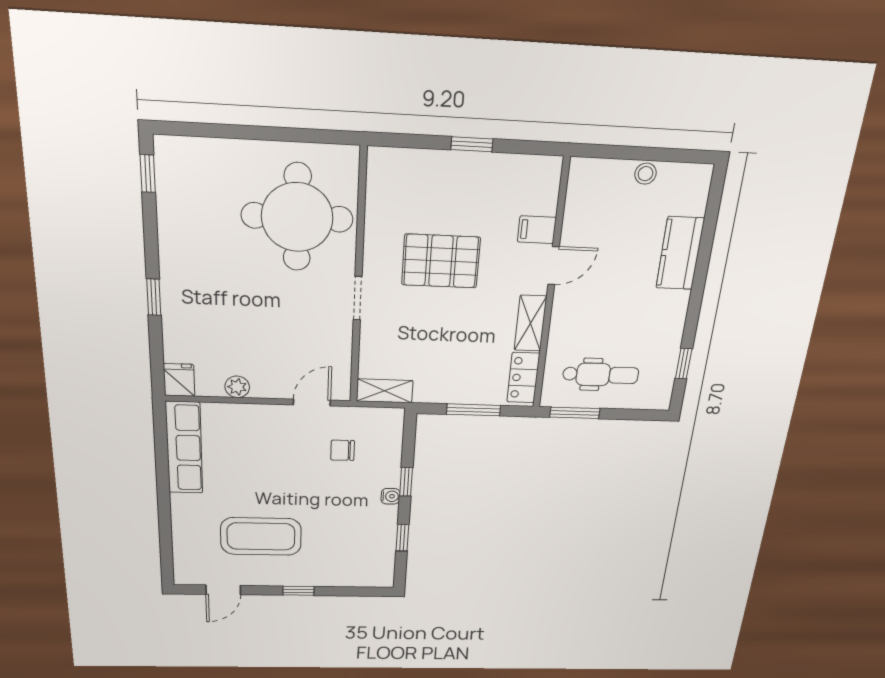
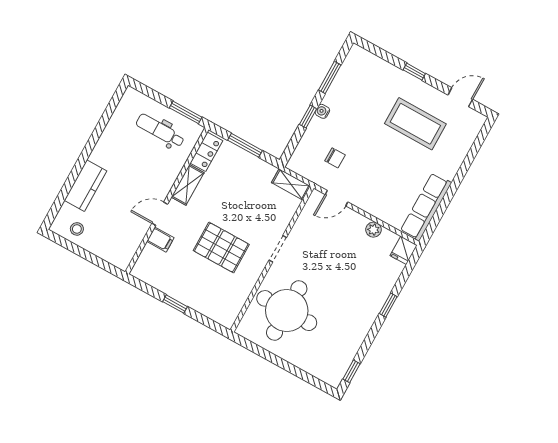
stool: (646, 174) -> (77, 229), moved
window: (684, 364) -> (108, 113), removed
window: (402, 538) -> (330, 77), width x1.50

